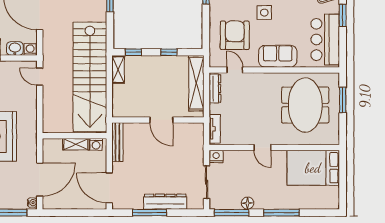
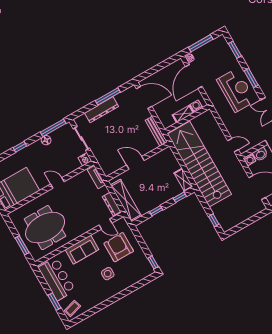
armchair: (235, 35) -> (119, 247), turned 180
meeting table: (305, 105) -> (45, 228), turned 90
washing machine: (96, 144) -> (196, 106), moved
window: (281, 213) -> (20, 147), width x0.46

